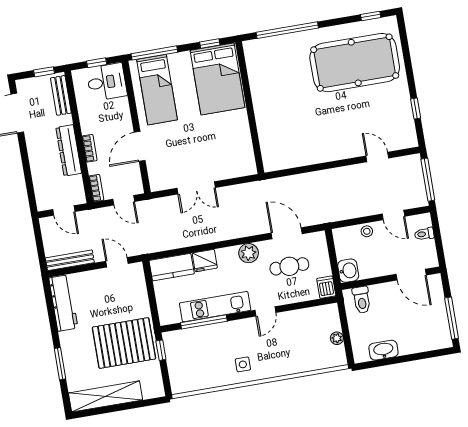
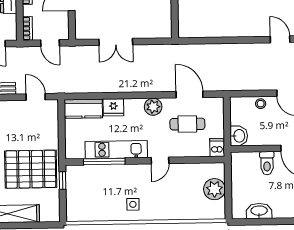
toilet: (362, 300) -> (267, 163), moved
plant: (337, 338) -> (214, 189), width x1.88, depth x1.88

